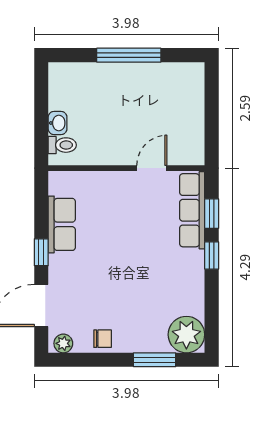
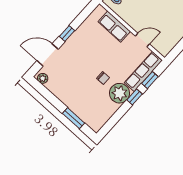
row of seats: (62, 224) -> (114, 27), moved, turned 90
plant: (186, 335) -> (120, 93), moved
chair: (103, 339) -> (103, 78), moved

